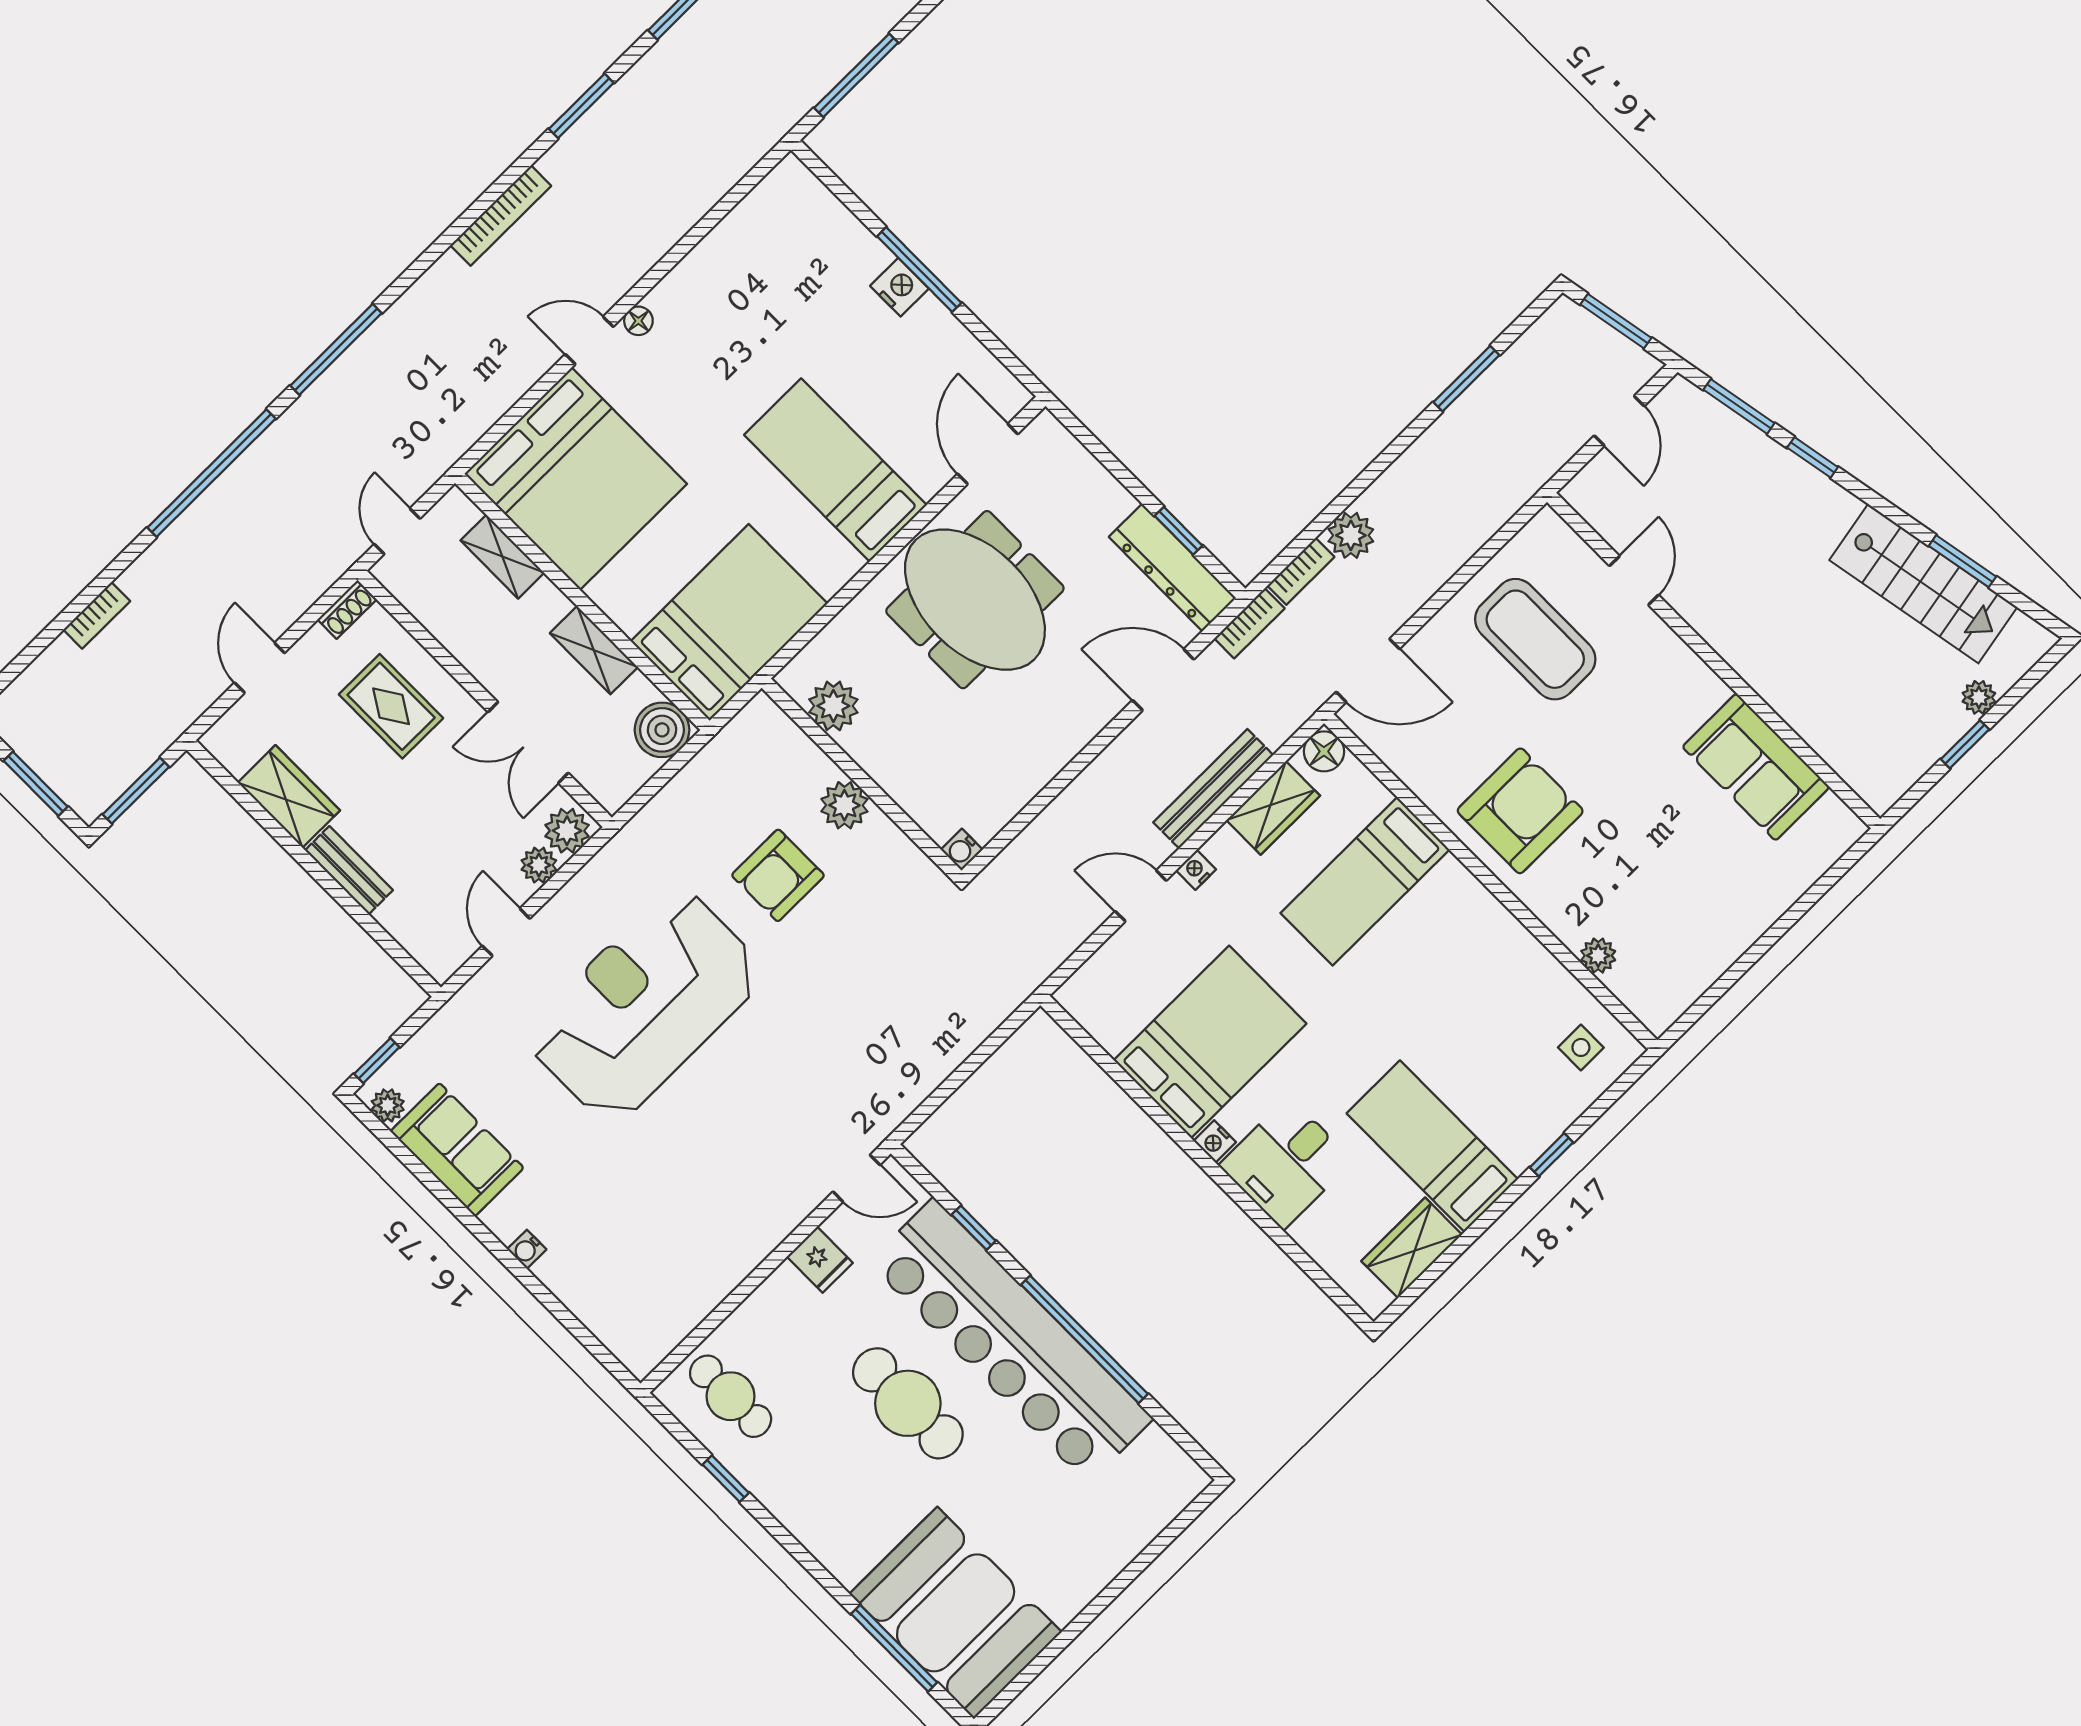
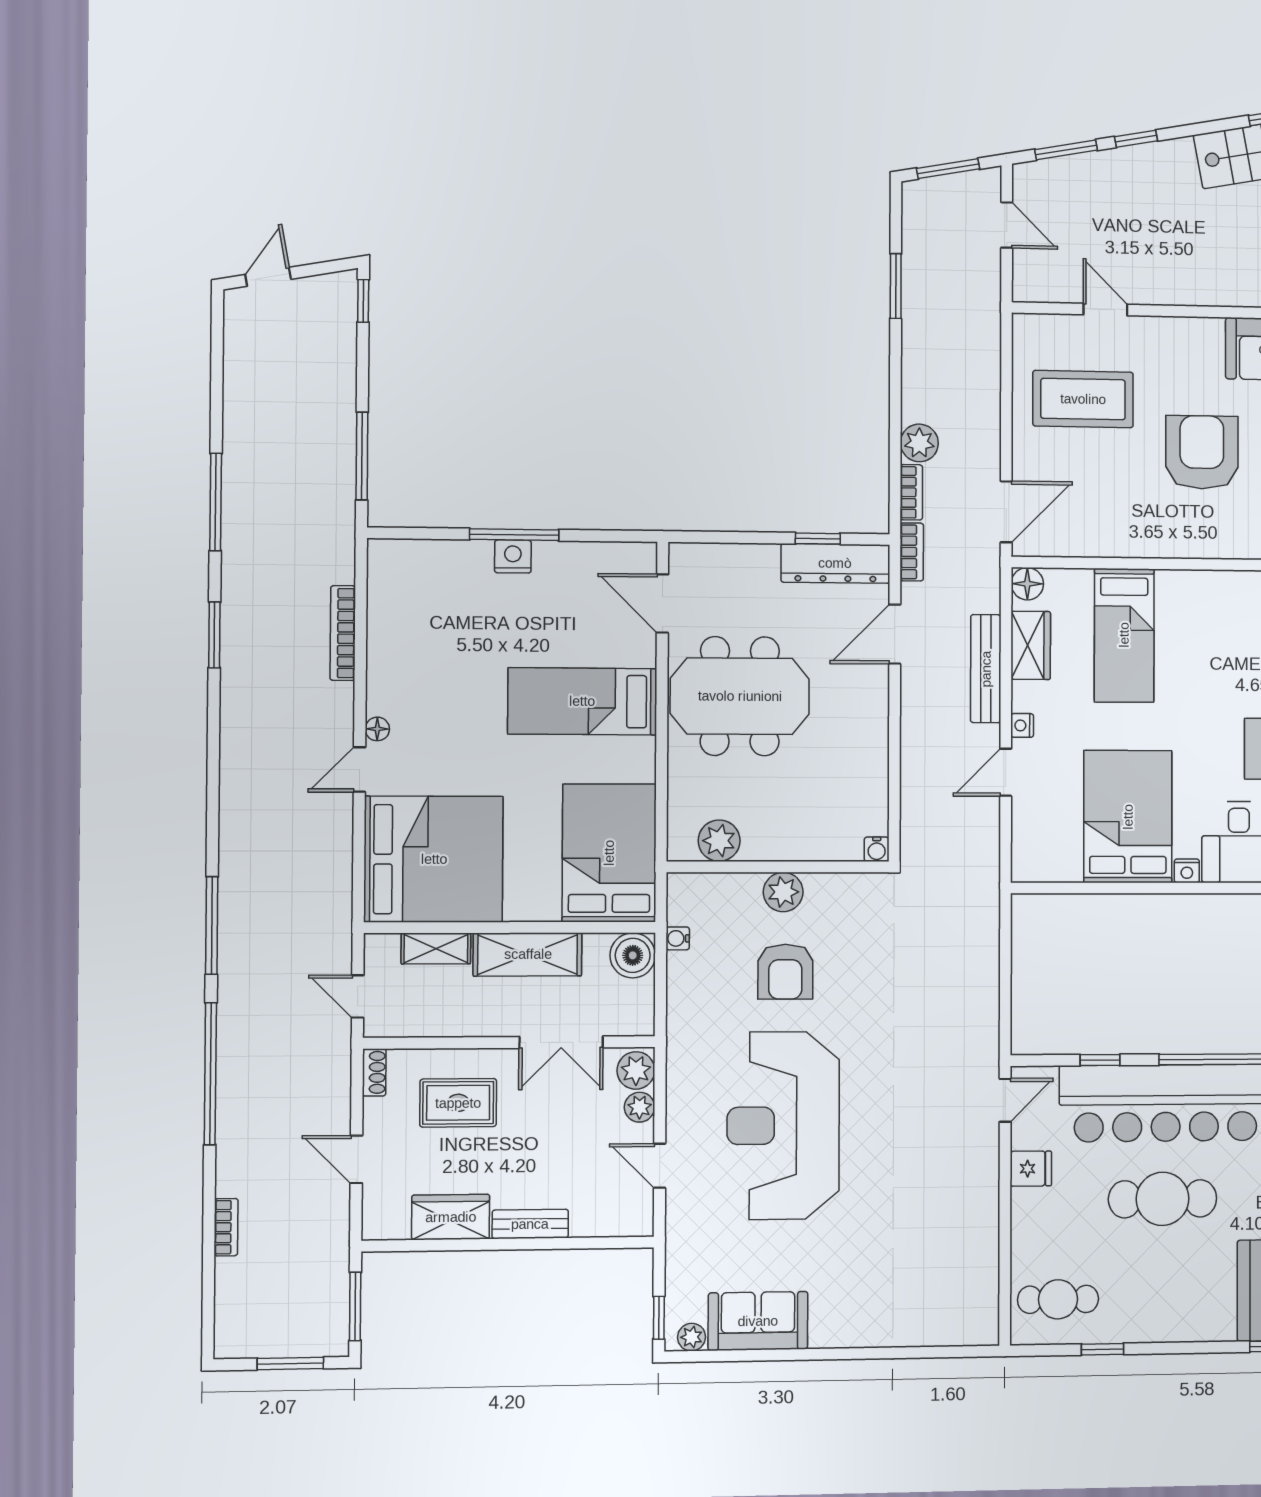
bookcase: (501, 216) -> (343, 633), moved, turned 180
shelving: (594, 650) -> (528, 954), width x1.50, depth x1.33
armchair: (1520, 811) -> (1202, 452), moved
water cooler: (527, 1249) -> (678, 938), moved, turned 90

